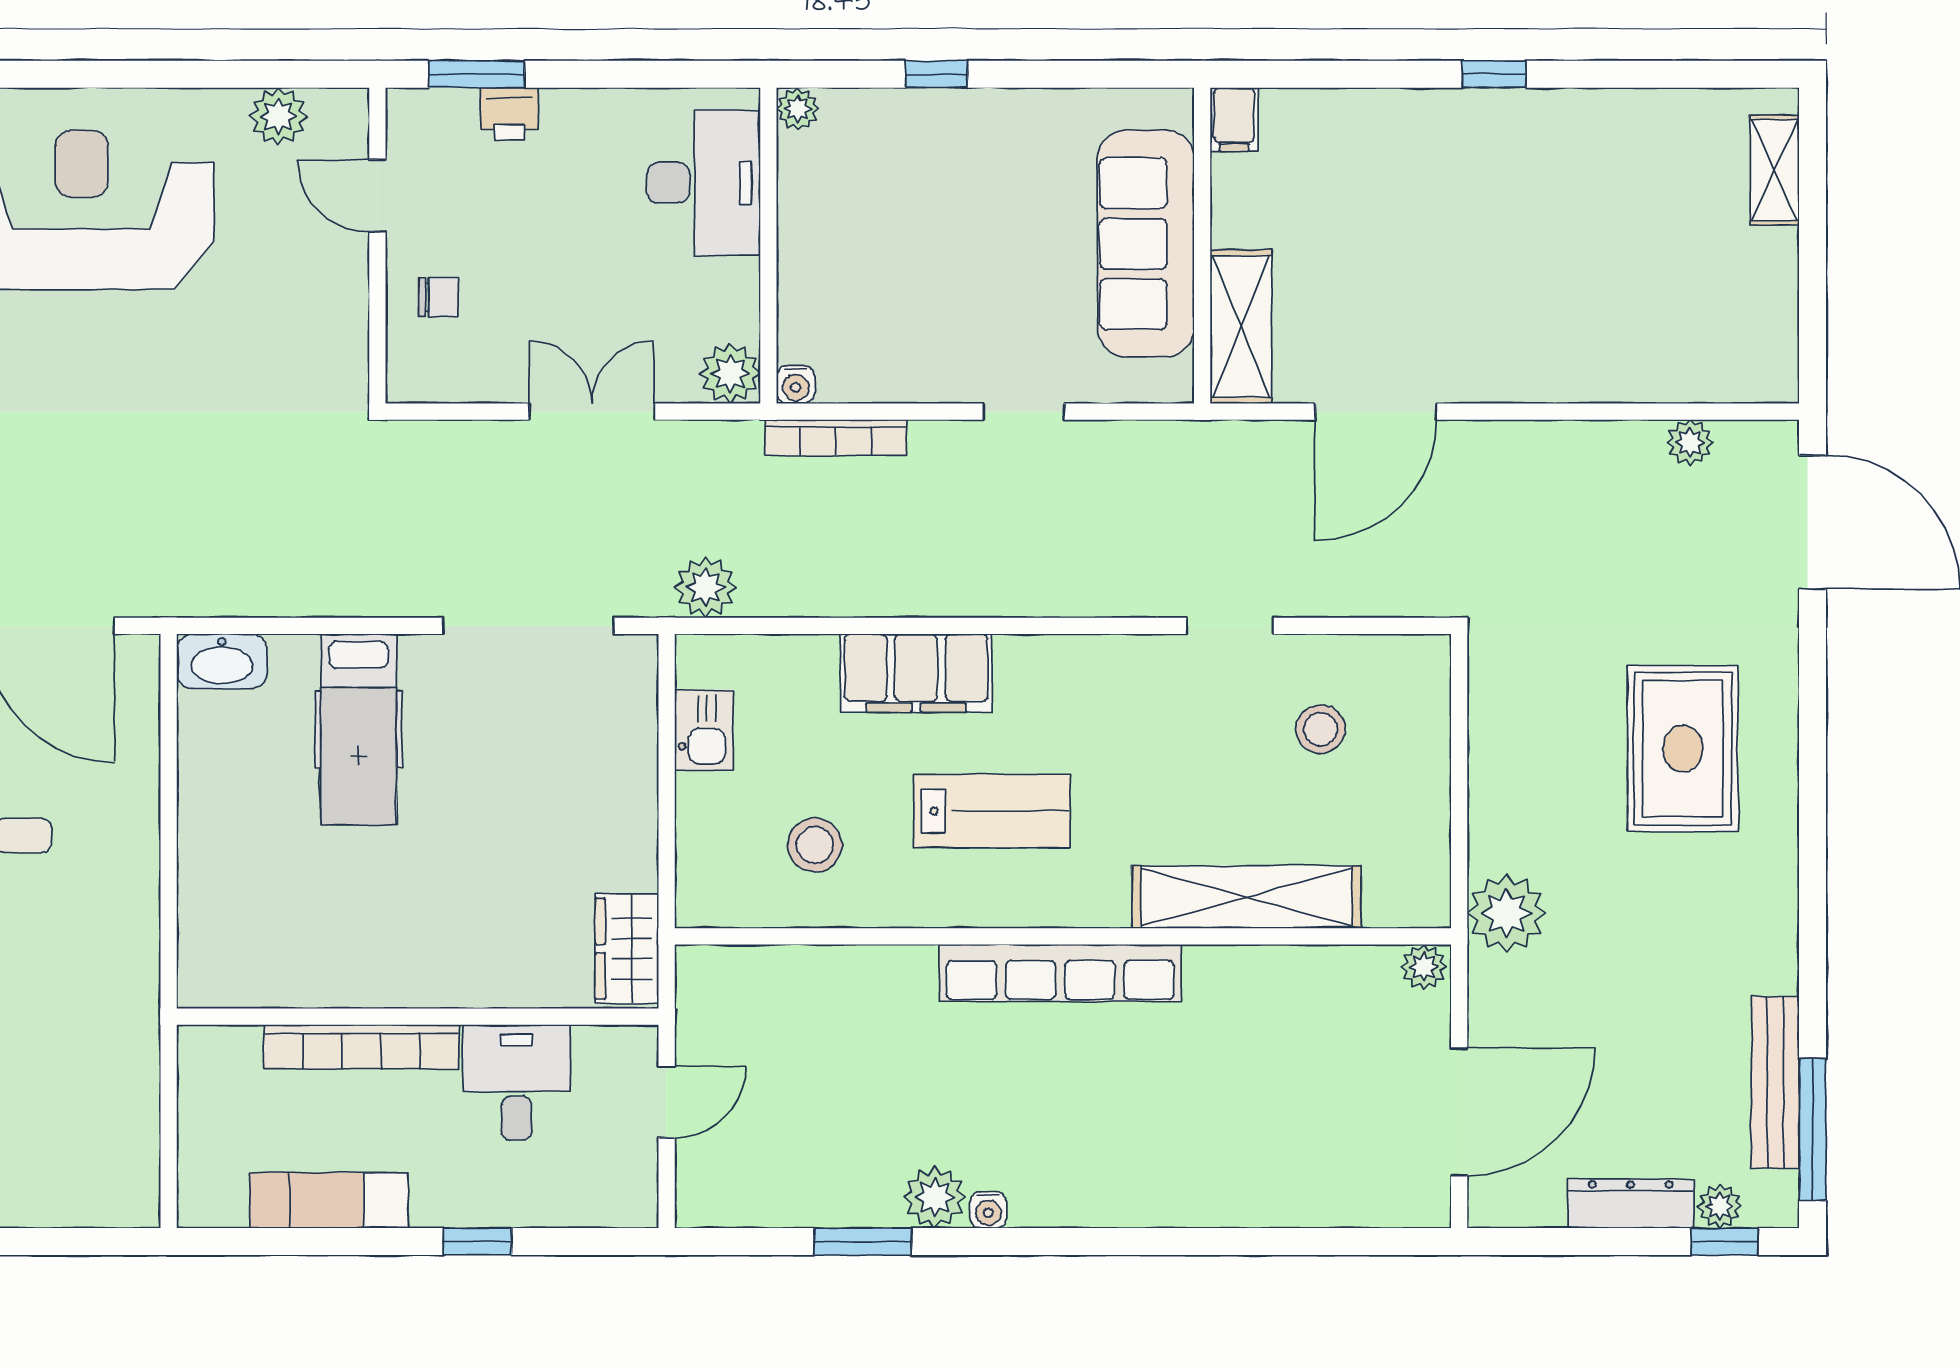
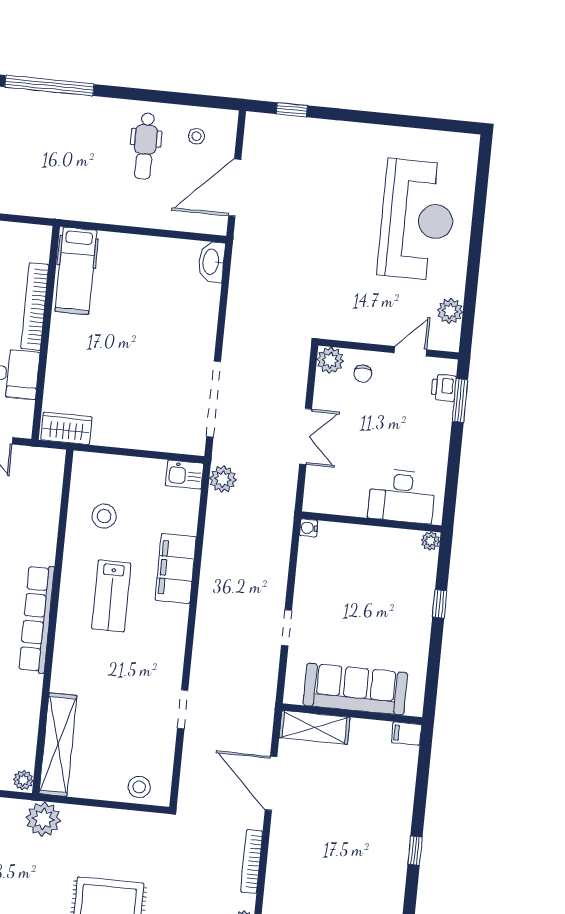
printer: (509, 114) -> (444, 388), moved
plant: (730, 373) -> (330, 360), moved
bookcase: (836, 438) -> (252, 861), moved
hospital bed: (359, 729) -> (76, 271), moved, turned -90
stool: (1320, 729) -> (139, 787), moved
kitchen sink: (704, 730) -> (185, 475), moved
shelving: (1246, 897) -> (58, 745), moved

